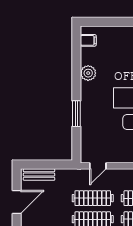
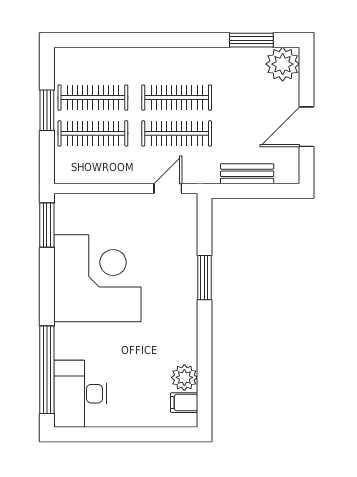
plant: (88, 73) -> (184, 377), moved
bench: (39, 175) -> (247, 174), moved

